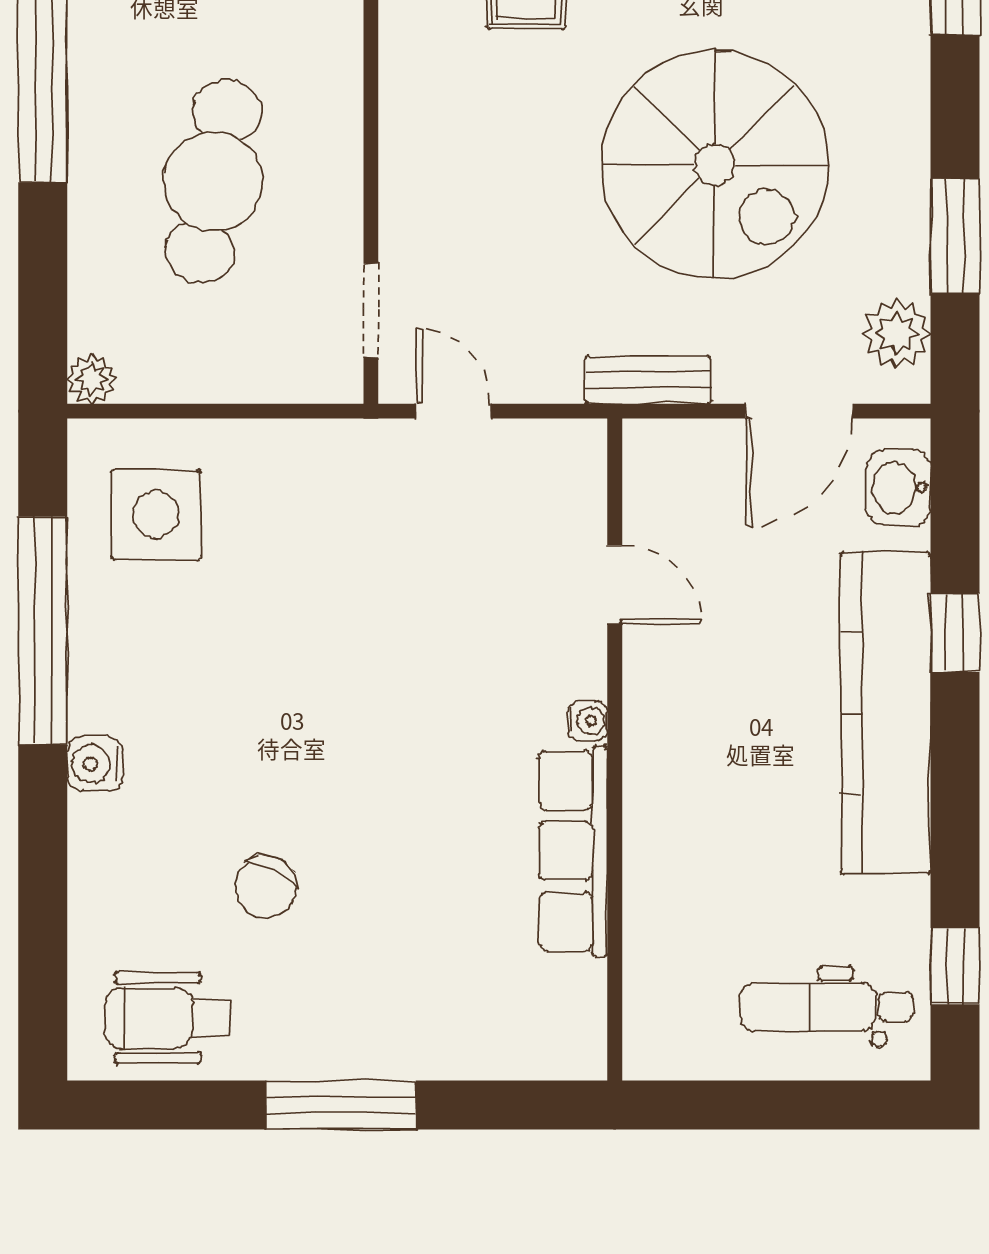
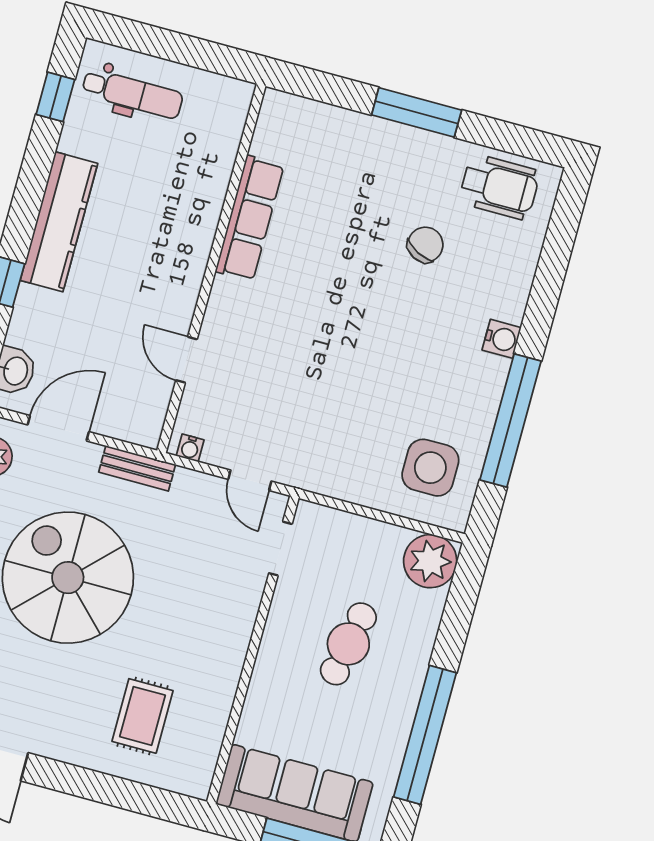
cafe table: (213, 181) -> (348, 644), width x0.73, depth x0.74
plant: (92, 379) -> (430, 561), width x1.88, depth x1.88
kitchen counter: (885, 713) -> (59, 222), width x0.72, depth x0.86
water cooler: (588, 721) -> (190, 448), moved, turned -90

